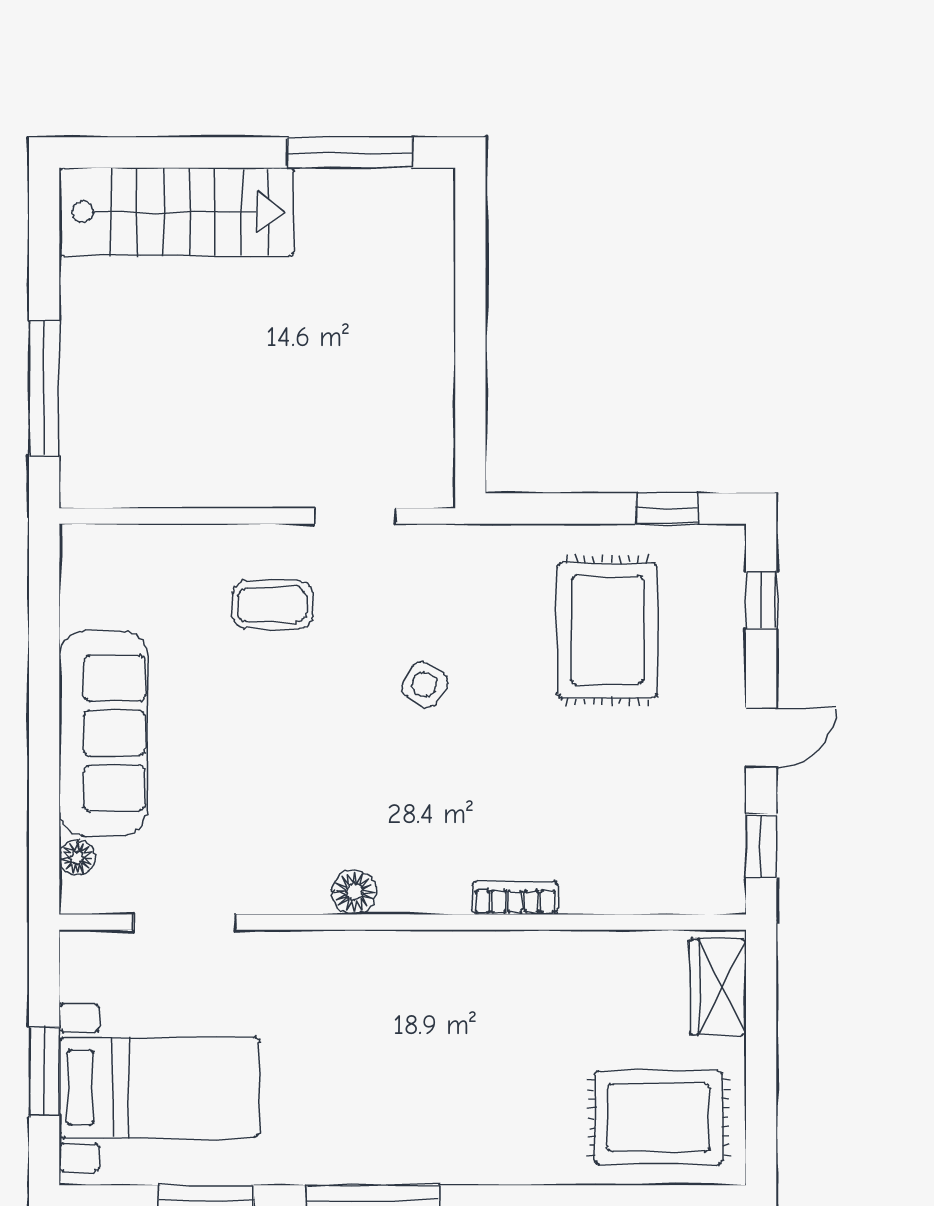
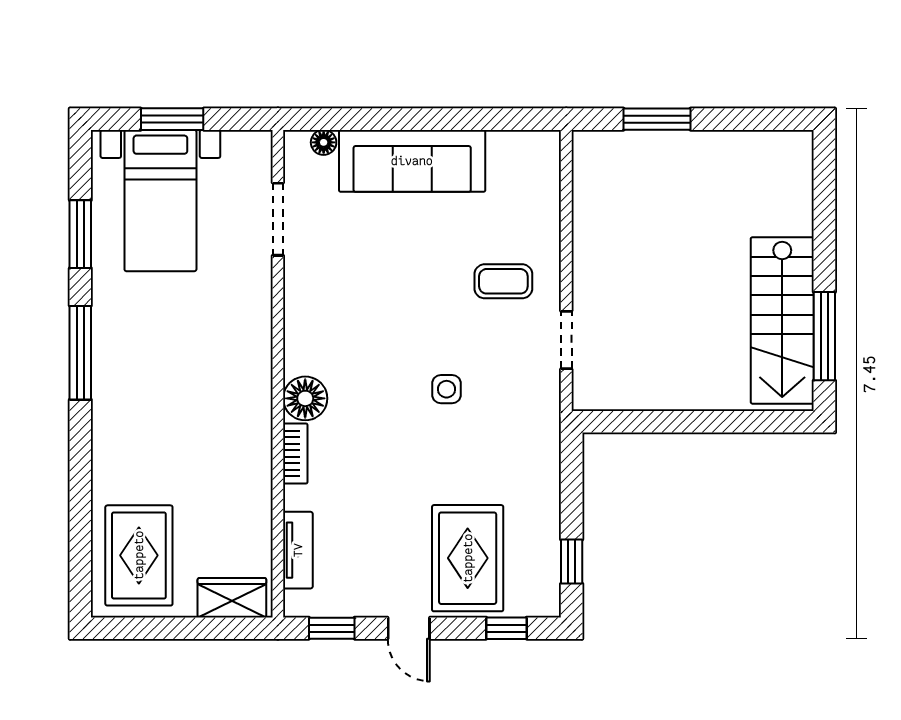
stairs: (177, 212) -> (782, 320), moved
window: (44, 388) -> (657, 119), width x0.69
coffee table: (273, 605) -> (503, 281), turned 90
rug: (607, 630) -> (468, 558), moved, turned 90
side table: (424, 685) -> (447, 389), turned -32
floor lamp: (354, 892) -> (305, 398), moved, width x1.38, depth x1.38
tv unit: (651, 894) -> (298, 550), added

